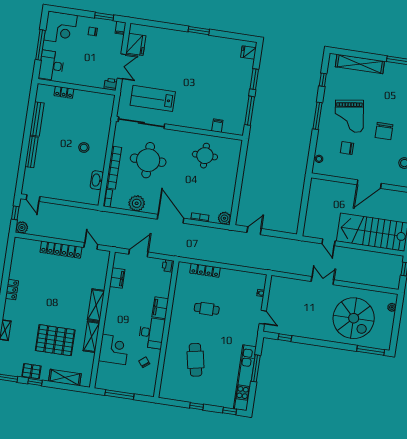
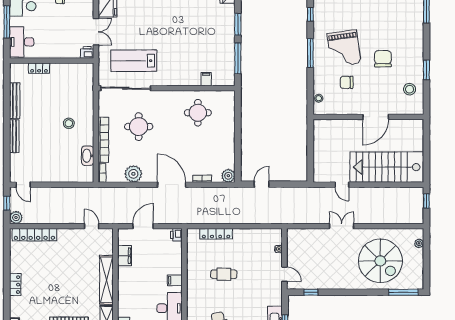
chair: (384, 131) -> (383, 59), turned 180
round table: (148, 160) -> (139, 127), width x0.73, depth x0.73
locker: (61, 250) -> (34, 235), moved
shelving: (96, 305) -> (106, 280), width x1.47
filing cabinet: (160, 308) -> (175, 280), width x0.50

